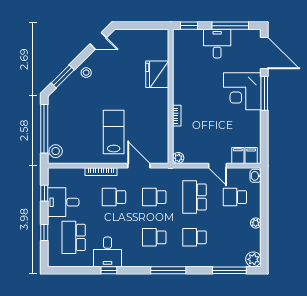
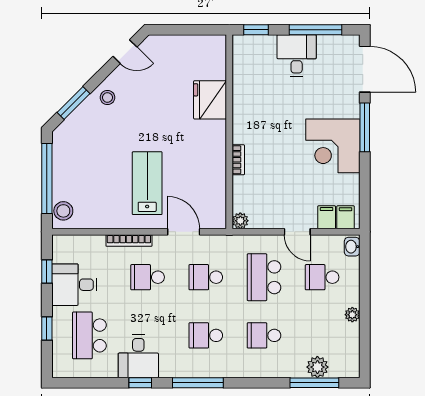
corner desk: (242, 91) -> (333, 146), moved
plant: (253, 259) -> (317, 367), moved
window: (168, 270) -> (198, 383), moved

